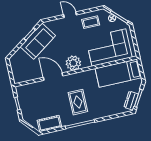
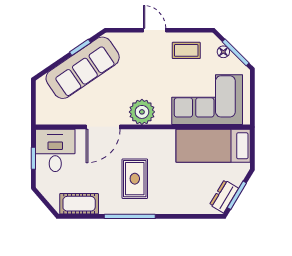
sofa: (38, 41) -> (83, 68), width x1.36
door: (53, 77) -> (103, 127), swing flipped
desk: (29, 96) -> (55, 150), added

